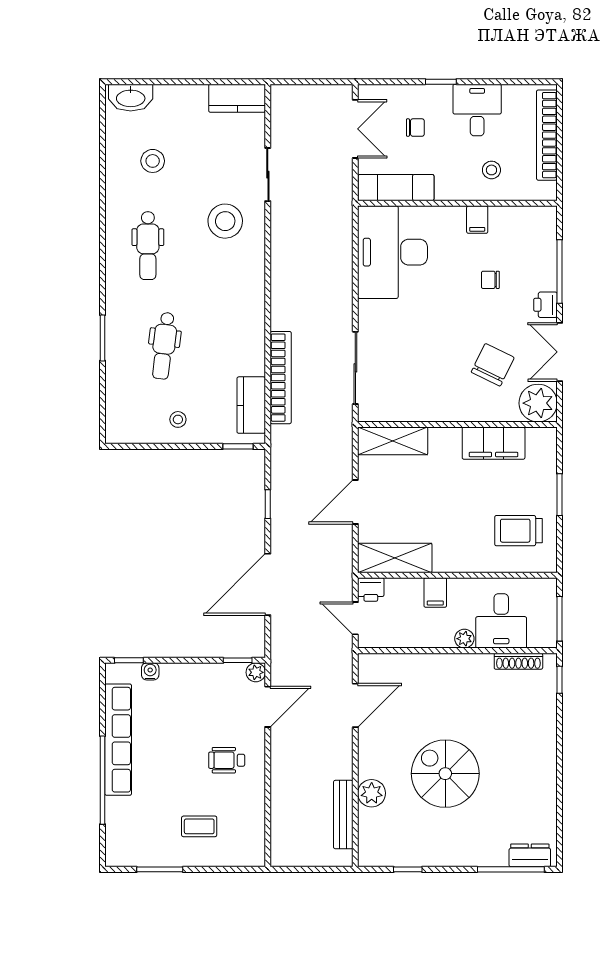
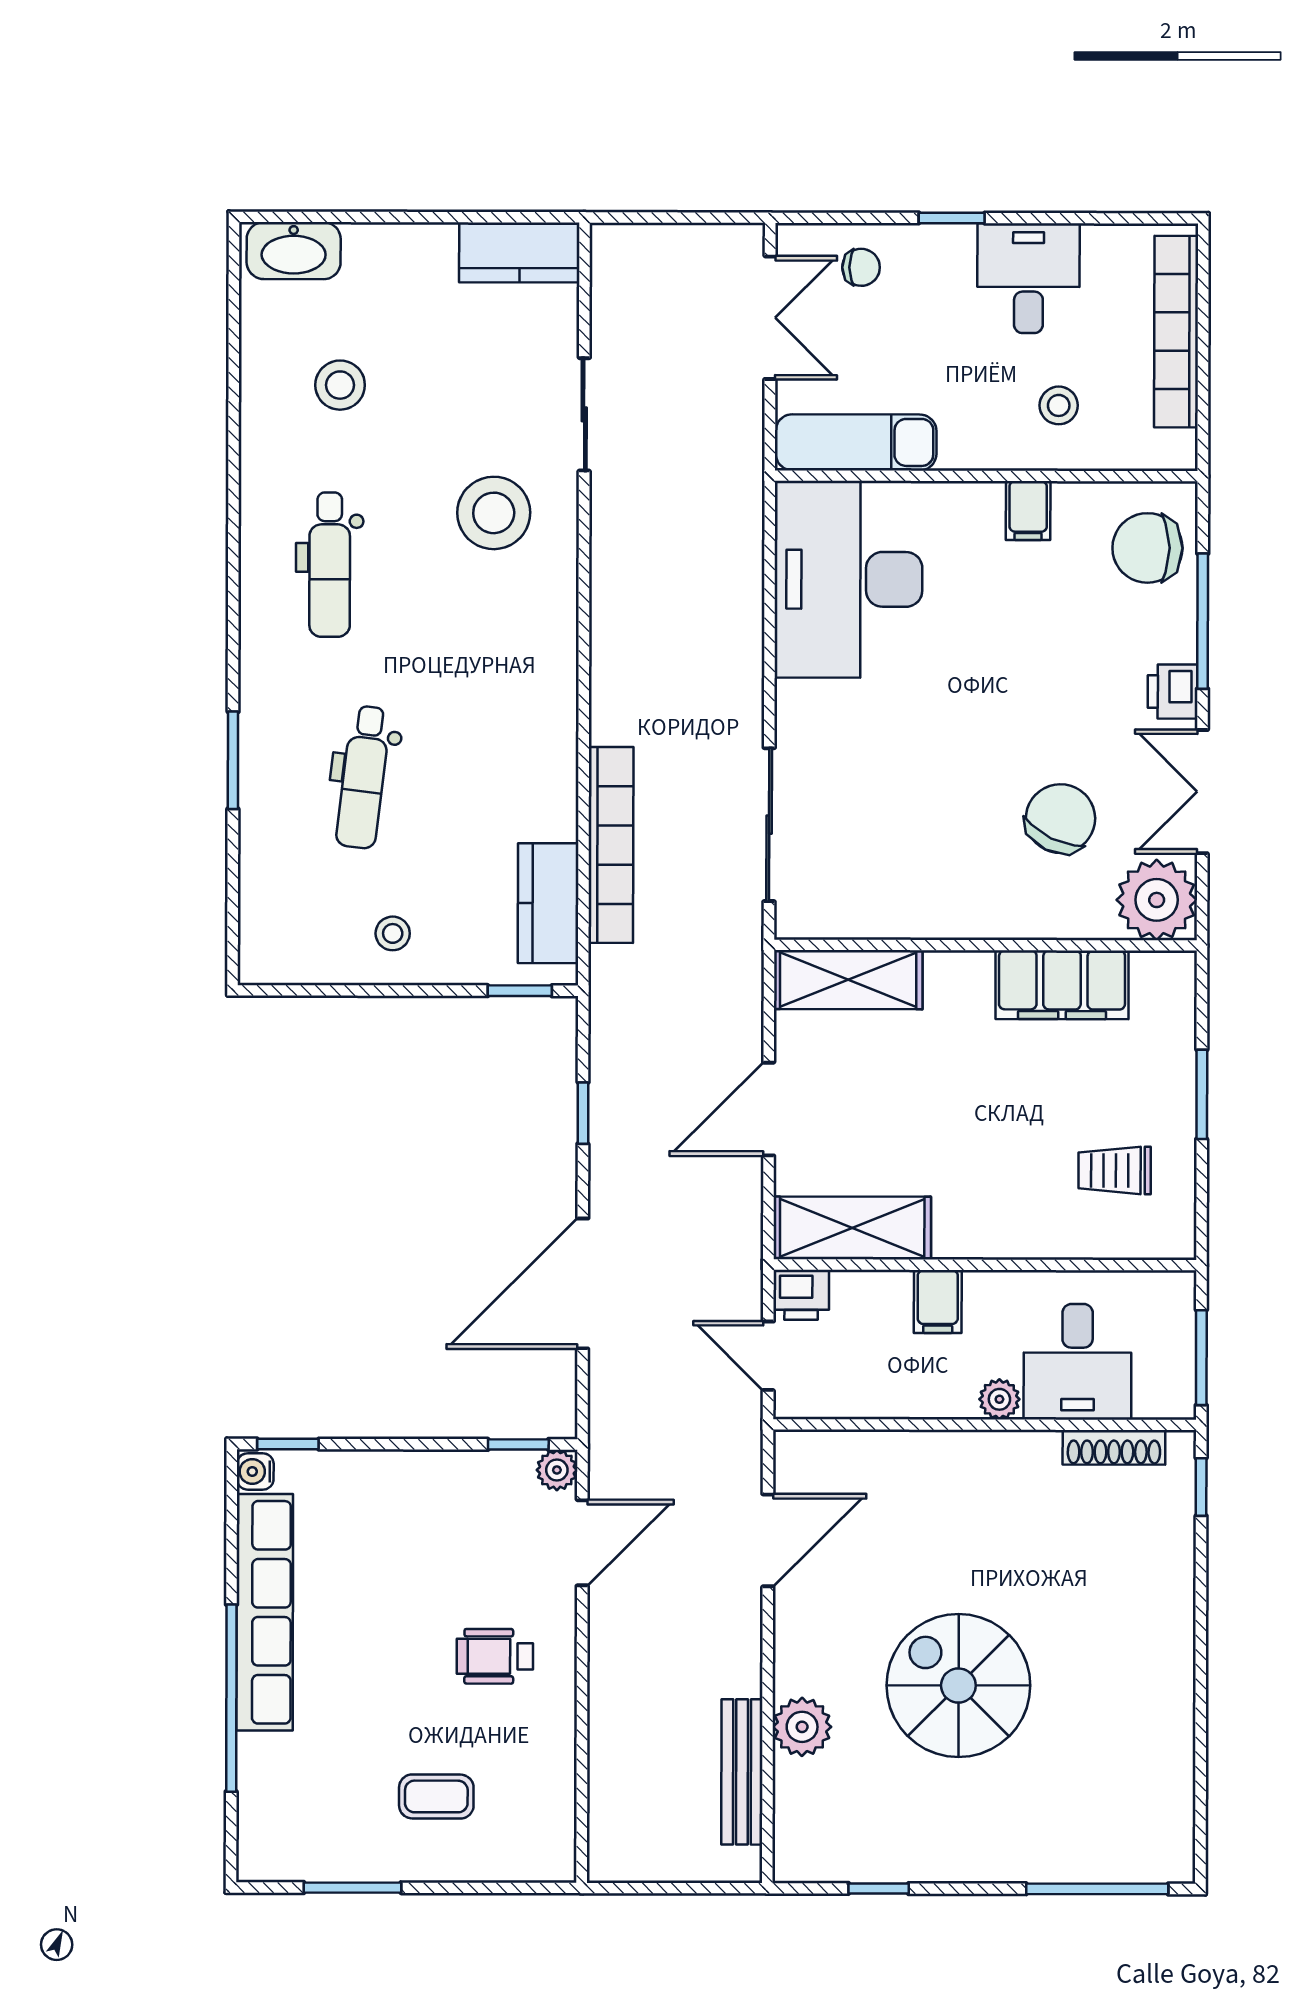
chair: (415, 128) -> (861, 267), moved
chair: (490, 280) -> (1147, 548), moved, width x1.87, depth x1.87
trolley: (518, 531) -> (1115, 1170), width x0.73, depth x0.72
water cooler: (150, 671) -> (255, 1471), moved, turned -90
dresser: (530, 855) -> (1137, 1859), removed

